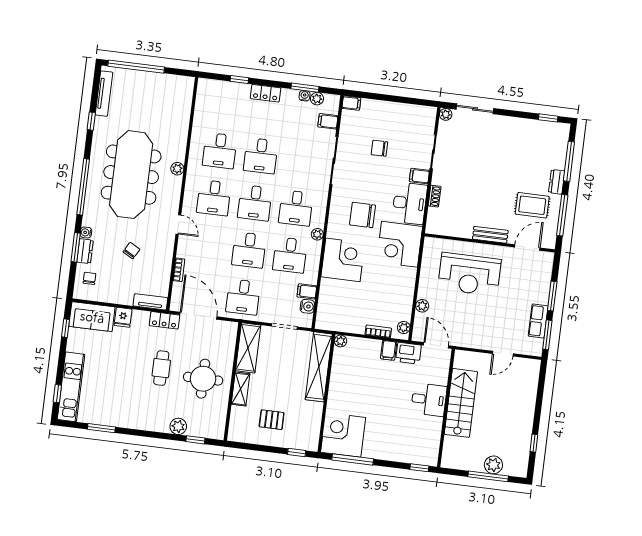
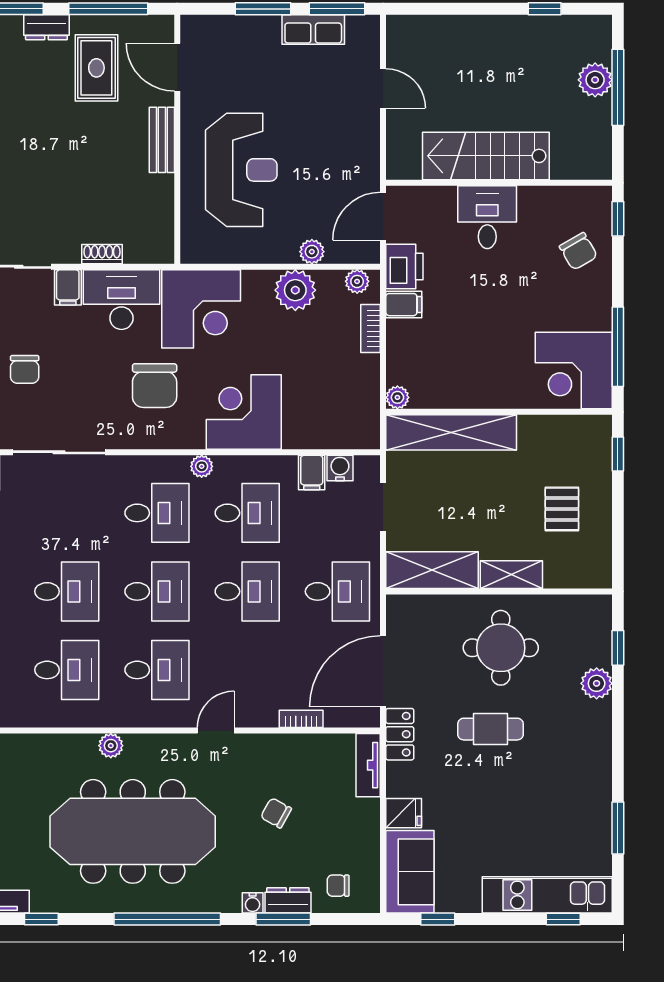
plant: (403, 295) -> (295, 290), added
chair: (405, 445) -> (578, 251), added

